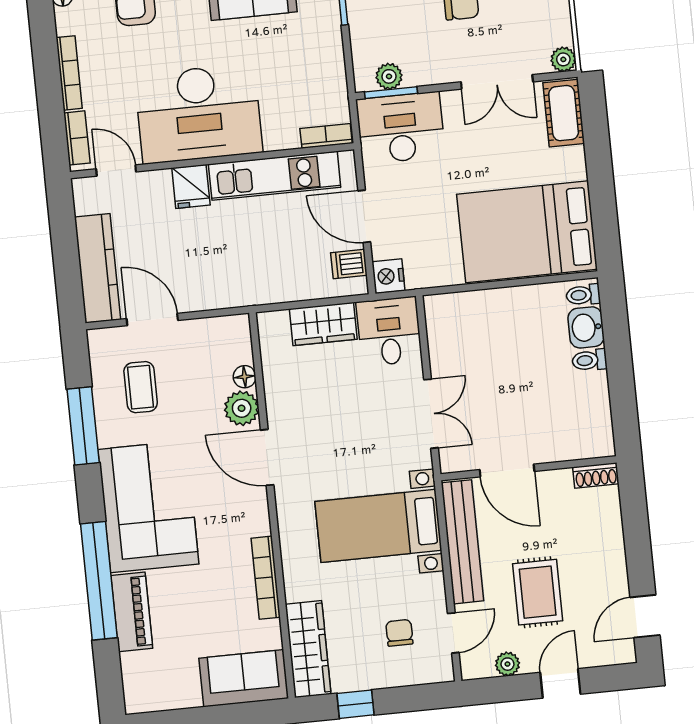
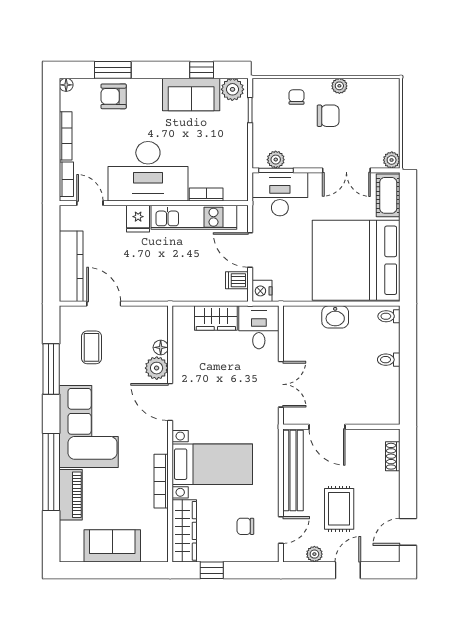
bookcase: (326, 136) -> (206, 194), moved
bed: (527, 232) -> (356, 260), width x1.36
washbasin: (586, 327) -> (335, 317), moved, turned -90
shoe rack: (596, 475) -> (393, 456), moved, turned 90
bed with nightstands: (378, 526) -> (212, 464), moved, turned 180
chair: (399, 633) -> (245, 526), turned -90
sofa: (244, 678) -> (112, 546), moved

